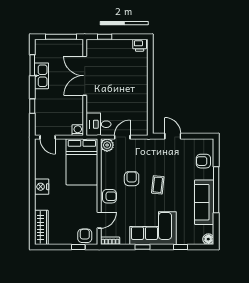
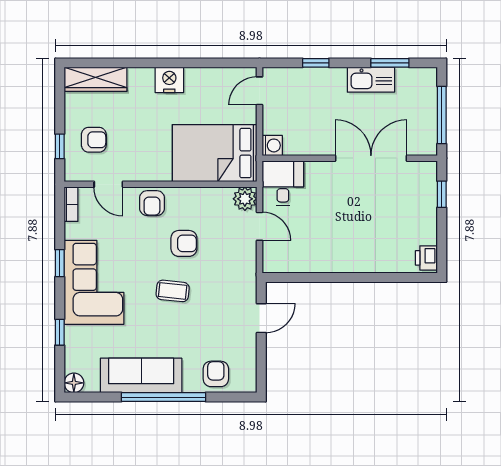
armchair: (85, 236) -> (94, 140), moved

